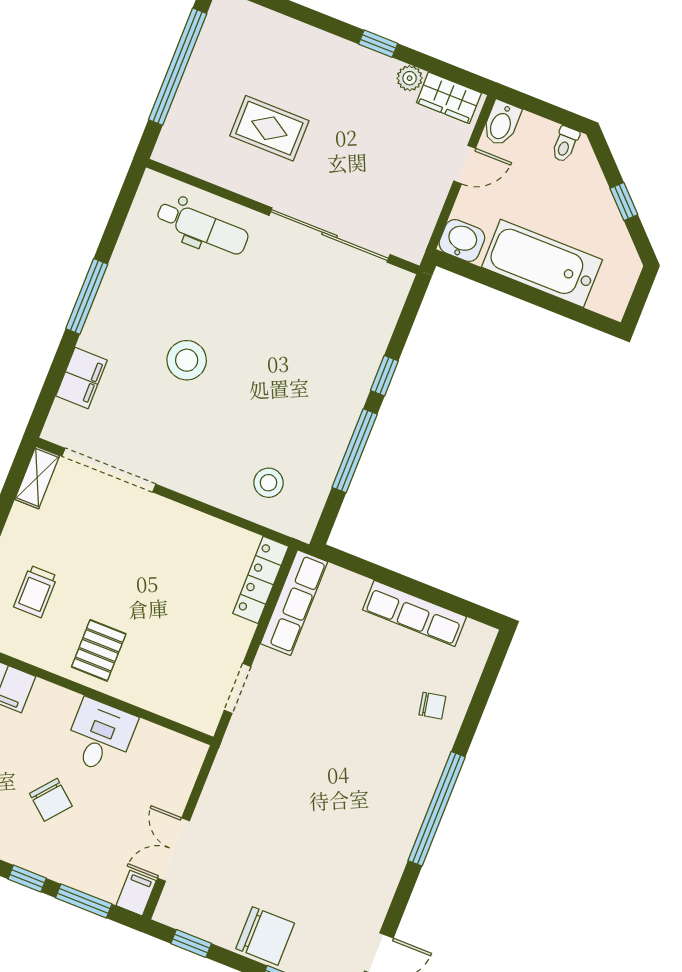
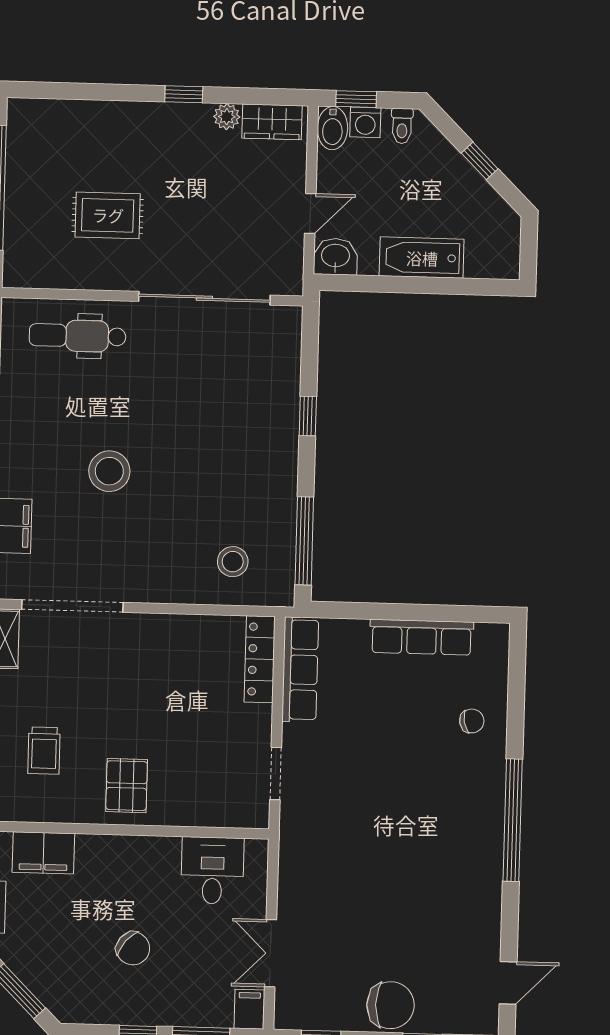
window: (532, 105) -> (356, 99), added
washing machine: (533, 129) -> (365, 122), added
door: (465, 165) -> (310, 213), moved
dental chair: (202, 227) -> (78, 336), turned 180
bathtub: (542, 263) -> (422, 258), width x0.73, depth x0.73
window: (355, 451) -> (304, 541), moved
desk: (100, 736) -> (212, 870), moved

